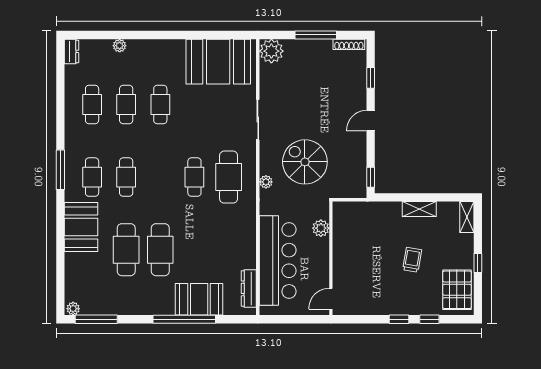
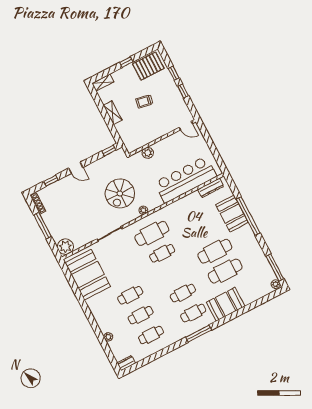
plant: (321, 228) -> (148, 153), moved
wall: (331, 258) -> (162, 138), moved
door: (331, 299) -> (186, 126), moved

